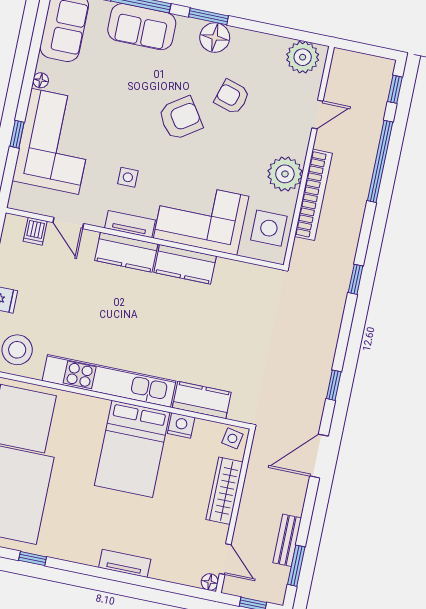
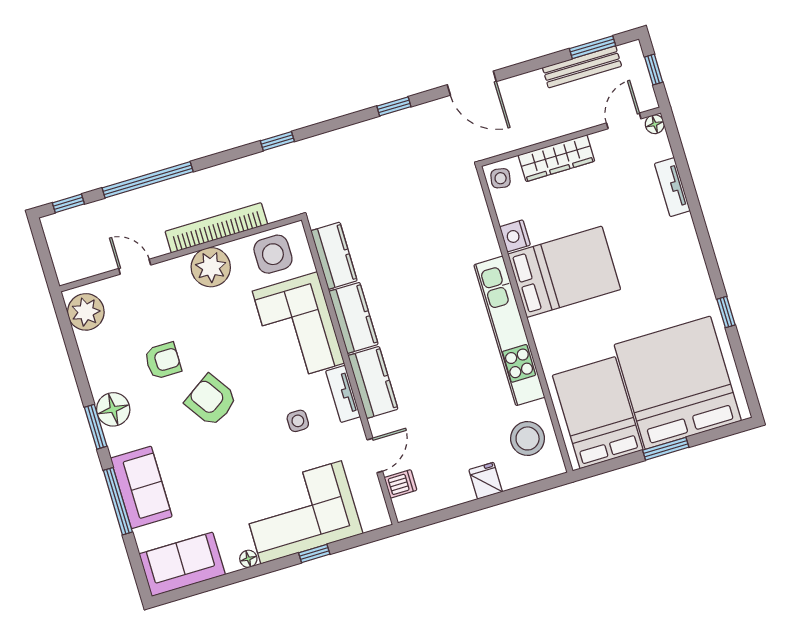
armchair: (232, 97) -> (163, 361), turned -107
kitchen counter: (202, 400) -> (334, 256), moved, turned 180
bench: (287, 540) -> (582, 67), width x1.36
tv unit: (125, 563) -> (672, 187), moved

